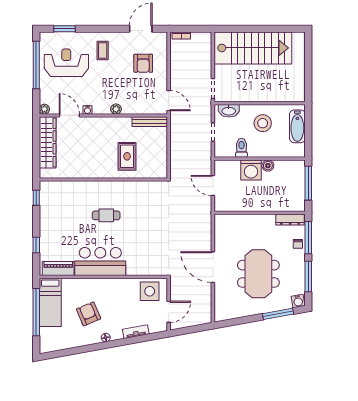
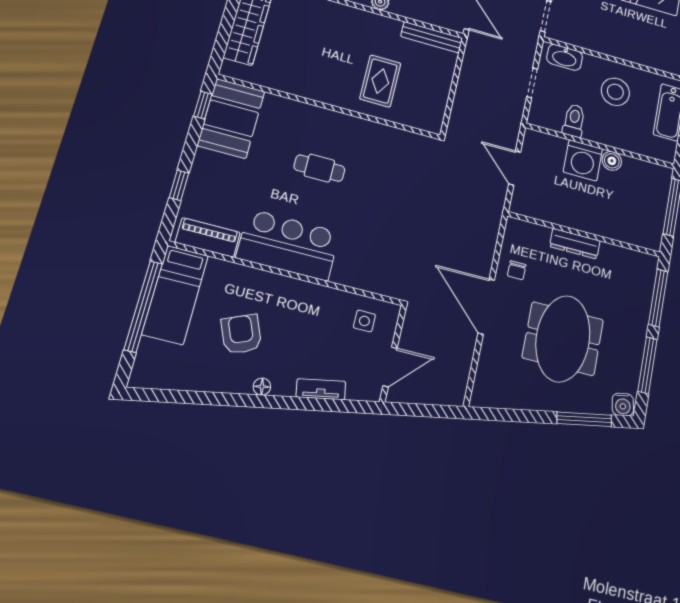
booth: (53, 201) -> (231, 118), added
dresser: (290, 220) -> (575, 244), moved
chair: (298, 244) -> (517, 270), moved
side table: (150, 291) -> (364, 321), width x0.54, depth x0.54

